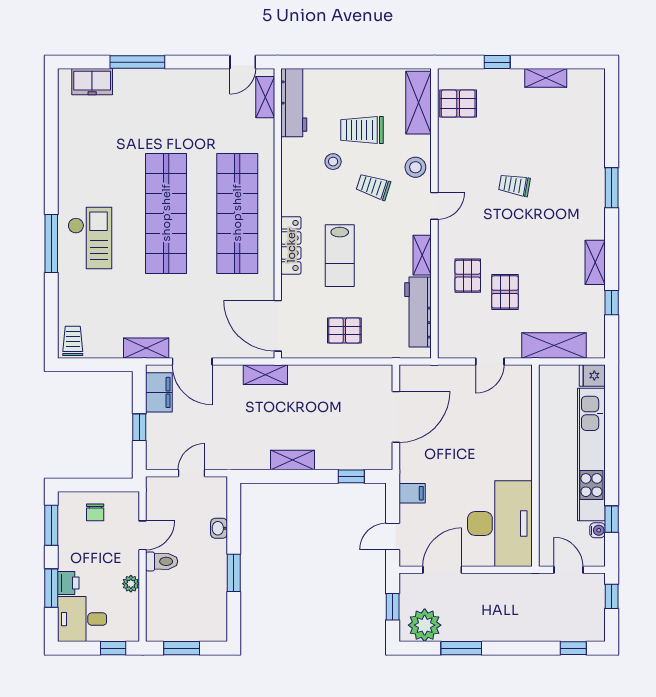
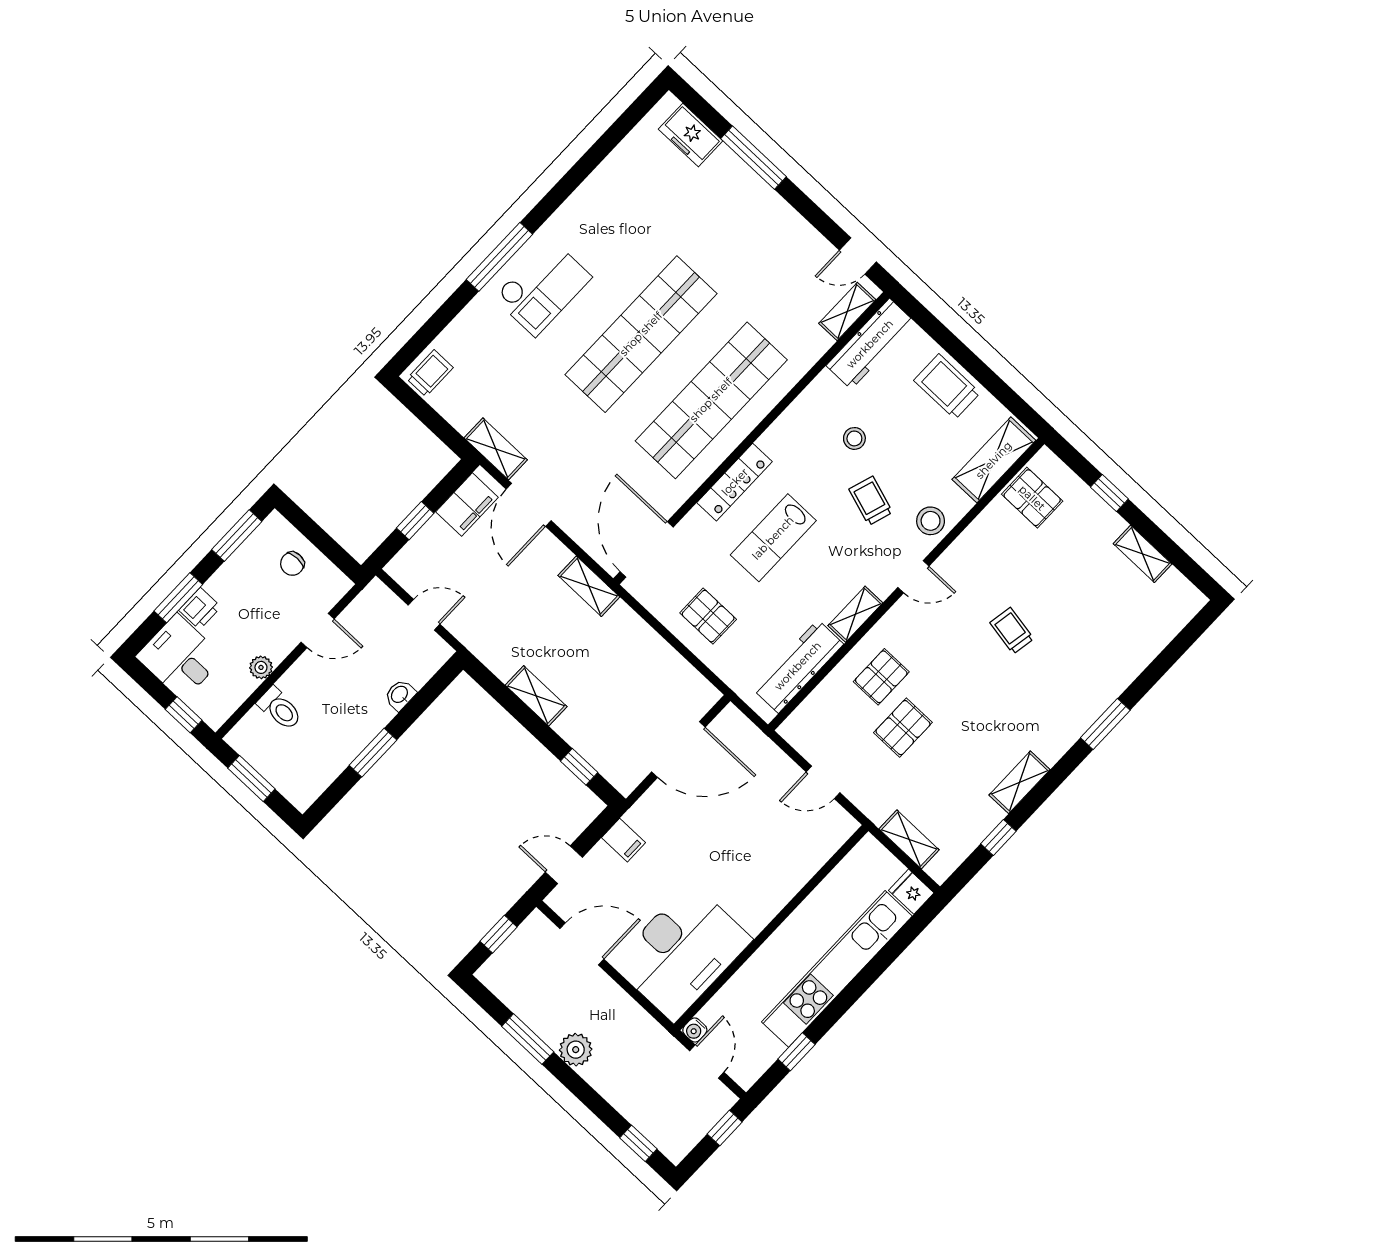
trolley: (362, 130) -> (947, 387), moved
shelving: (554, 345) -> (909, 839), width x0.67, depth x0.75
water cooler: (598, 530) -> (695, 1030), moved, turned 90
toilet: (162, 561) -> (280, 709), moved
plant: (425, 625) -> (576, 1050), moved, width x0.73, depth x0.73

